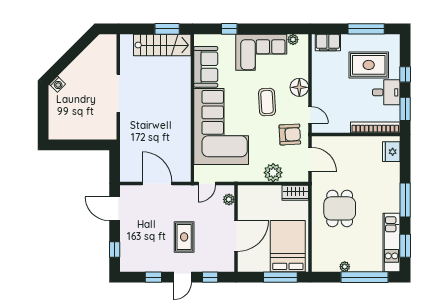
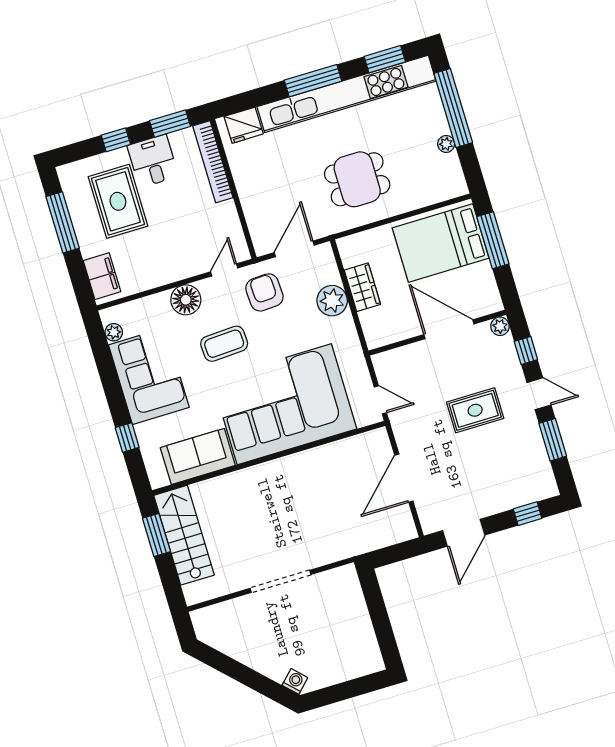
wardrobe: (295, 193) -> (362, 287), moved
plant: (229, 199) -> (500, 326), moved
kitchen unit: (391, 242) -> (346, 94), width x1.86
window: (153, 277) -> (553, 440), width x1.50

